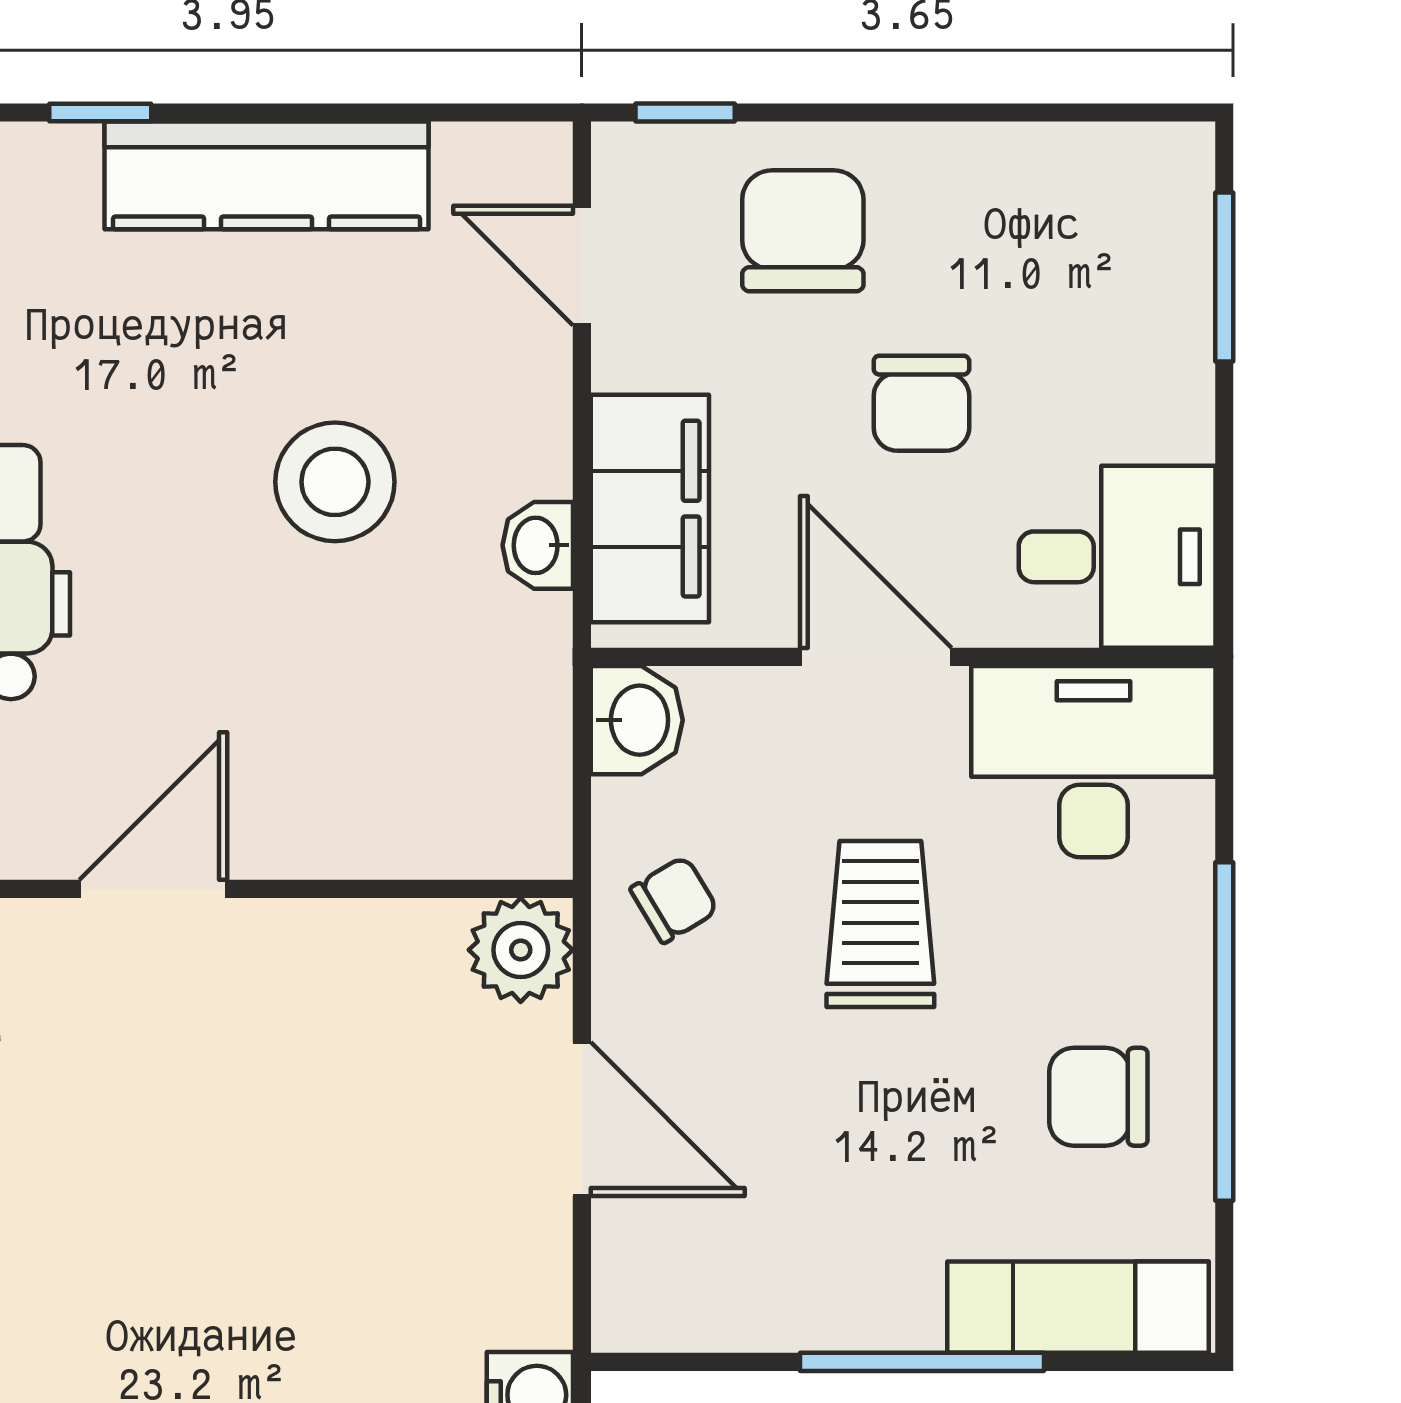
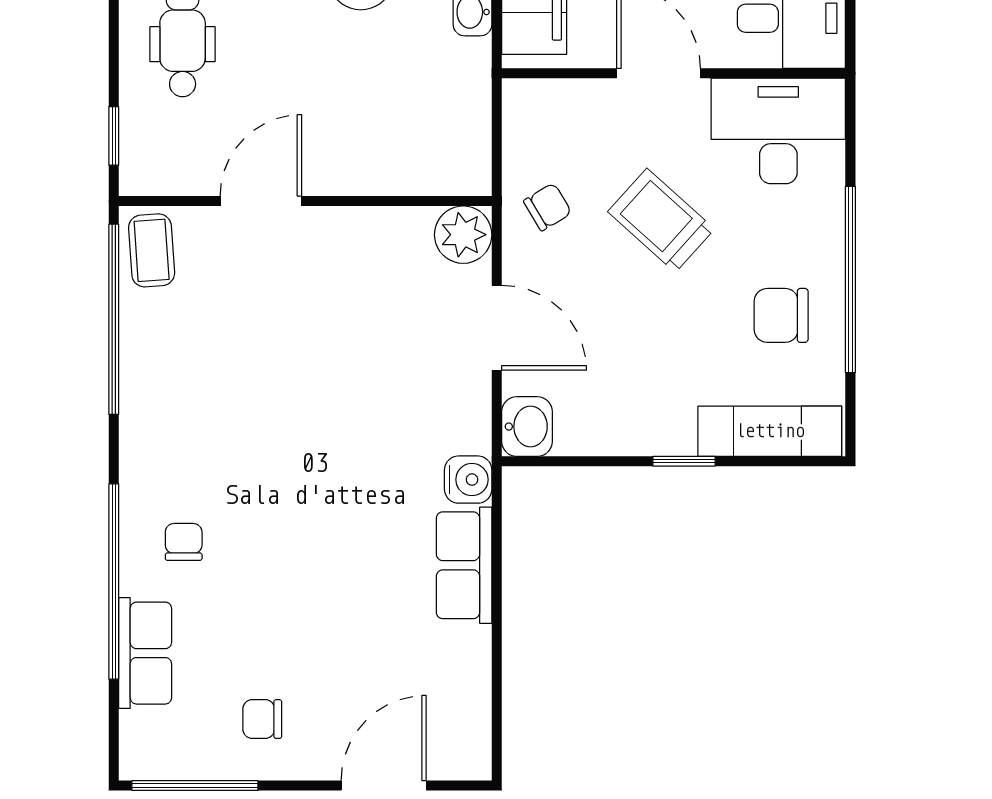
washbasin: (637, 720) -> (527, 427), moved
trolley: (880, 924) -> (661, 220), turned -48
window: (922, 1362) -> (684, 461), width x0.46

